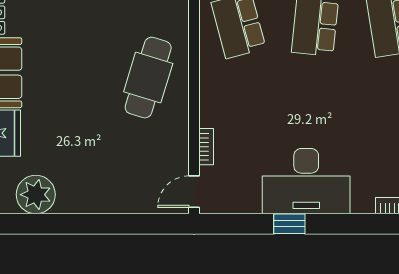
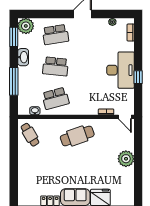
cafe table: (148, 78) -> (77, 136), turned -36
plant: (36, 195) -> (126, 159), moved

